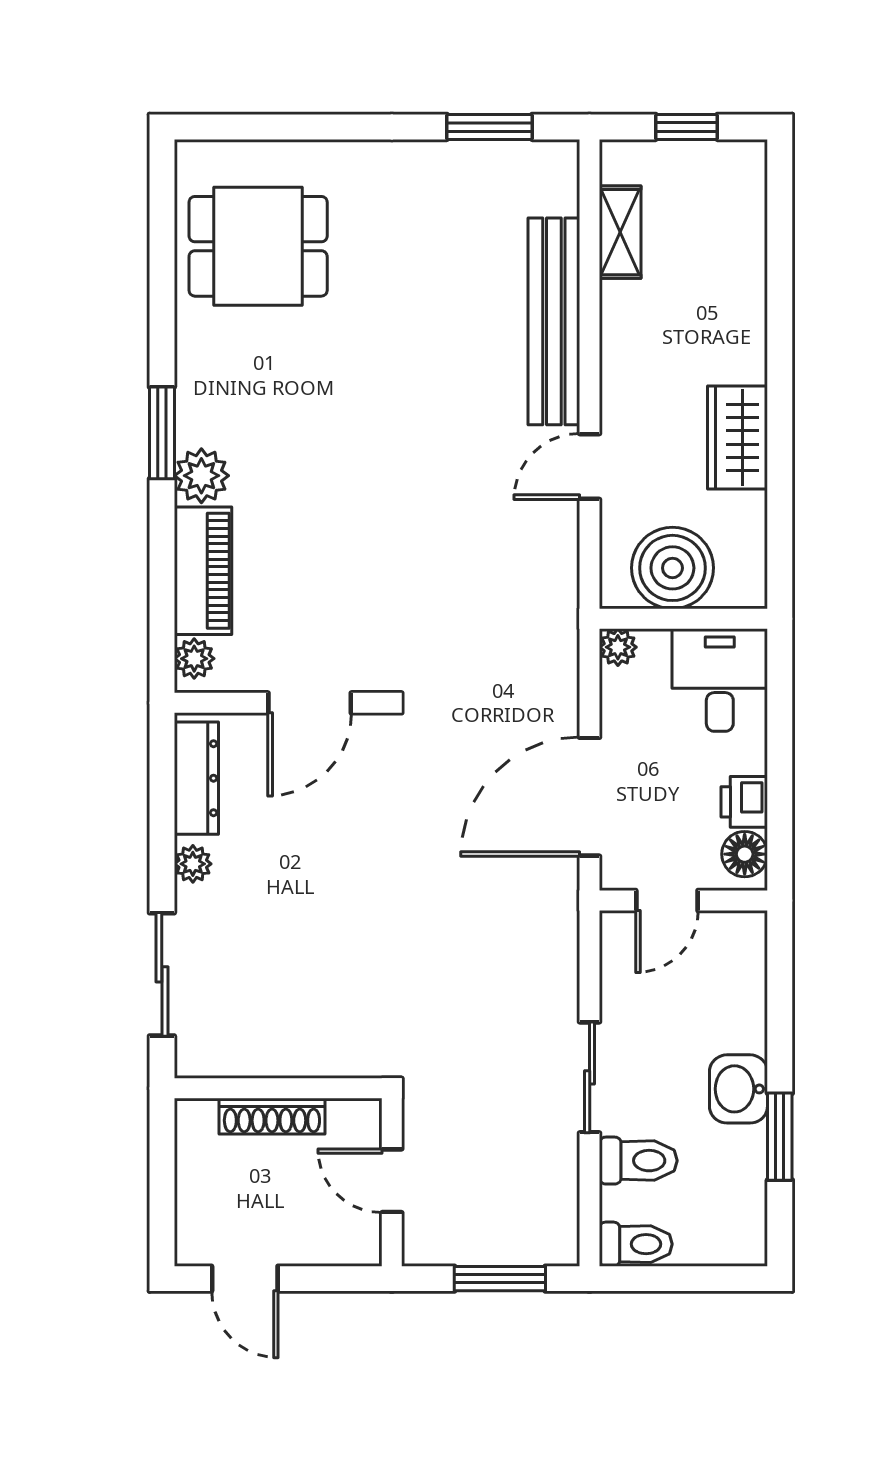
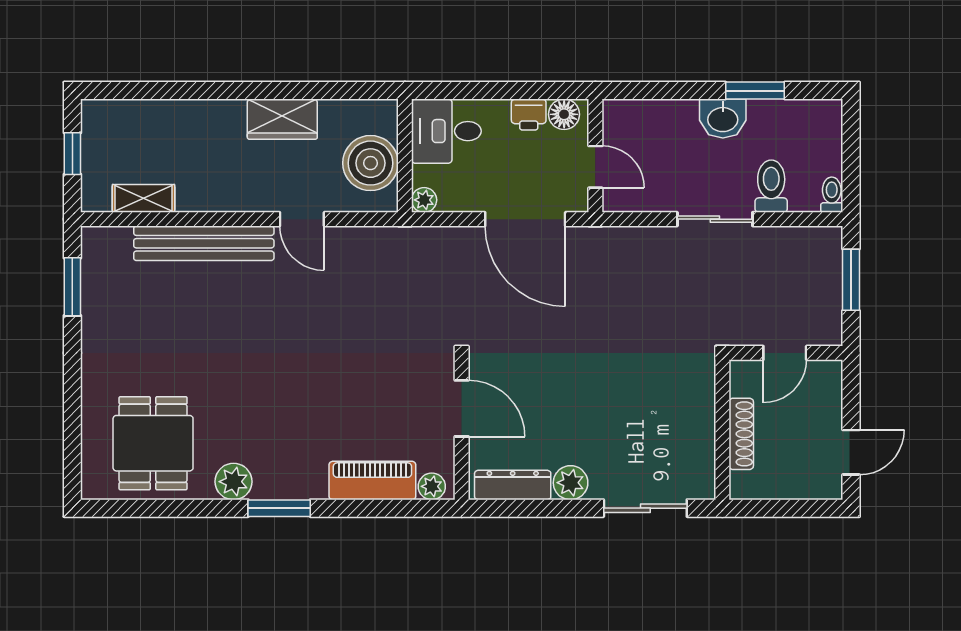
plant: (201, 476) -> (234, 482), moved
plant: (193, 864) -> (571, 483), width x1.38, depth x1.38
toilet: (636, 1244) -> (832, 195), width x0.73, depth x0.72

